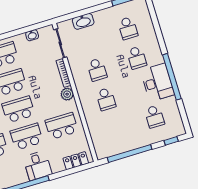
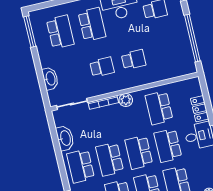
school desk: (128, 28) -> (60, 32), width x1.85
washbasin: (32, 35) -> (65, 138), width x1.91, depth x1.45
school desk: (137, 58) -> (92, 24), width x1.85
locker: (76, 161) -> (200, 109), moved

